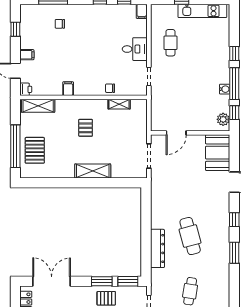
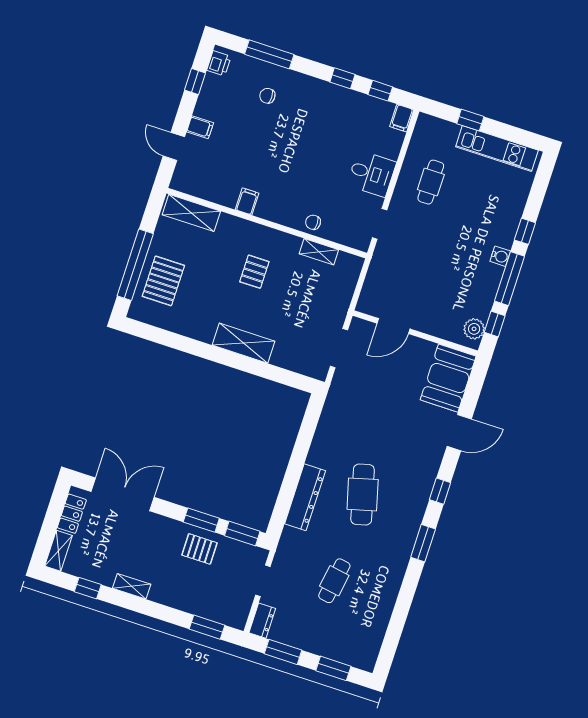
printer: (26, 89) -> (219, 63), moved
water cooler: (225, 89) -> (500, 256), moved

